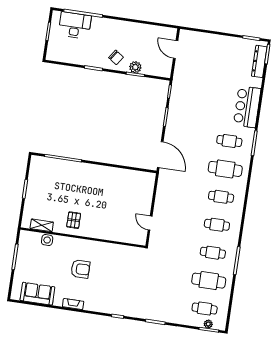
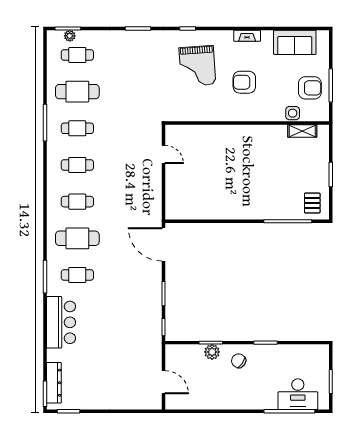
pallet: (74, 220) -> (312, 203), moved
armchair: (31, 257) -> (310, 88), added
grand piano: (114, 287) -> (197, 66), added

